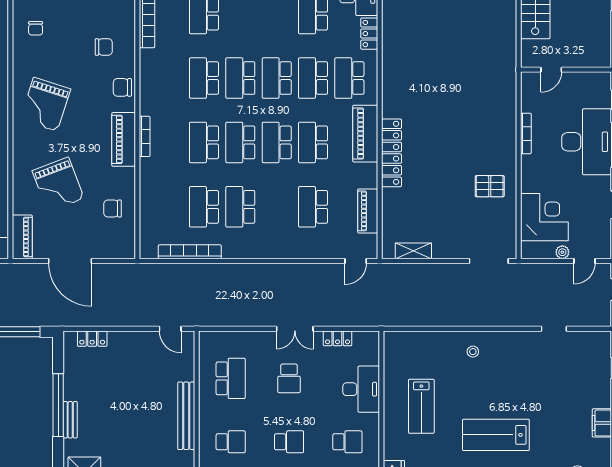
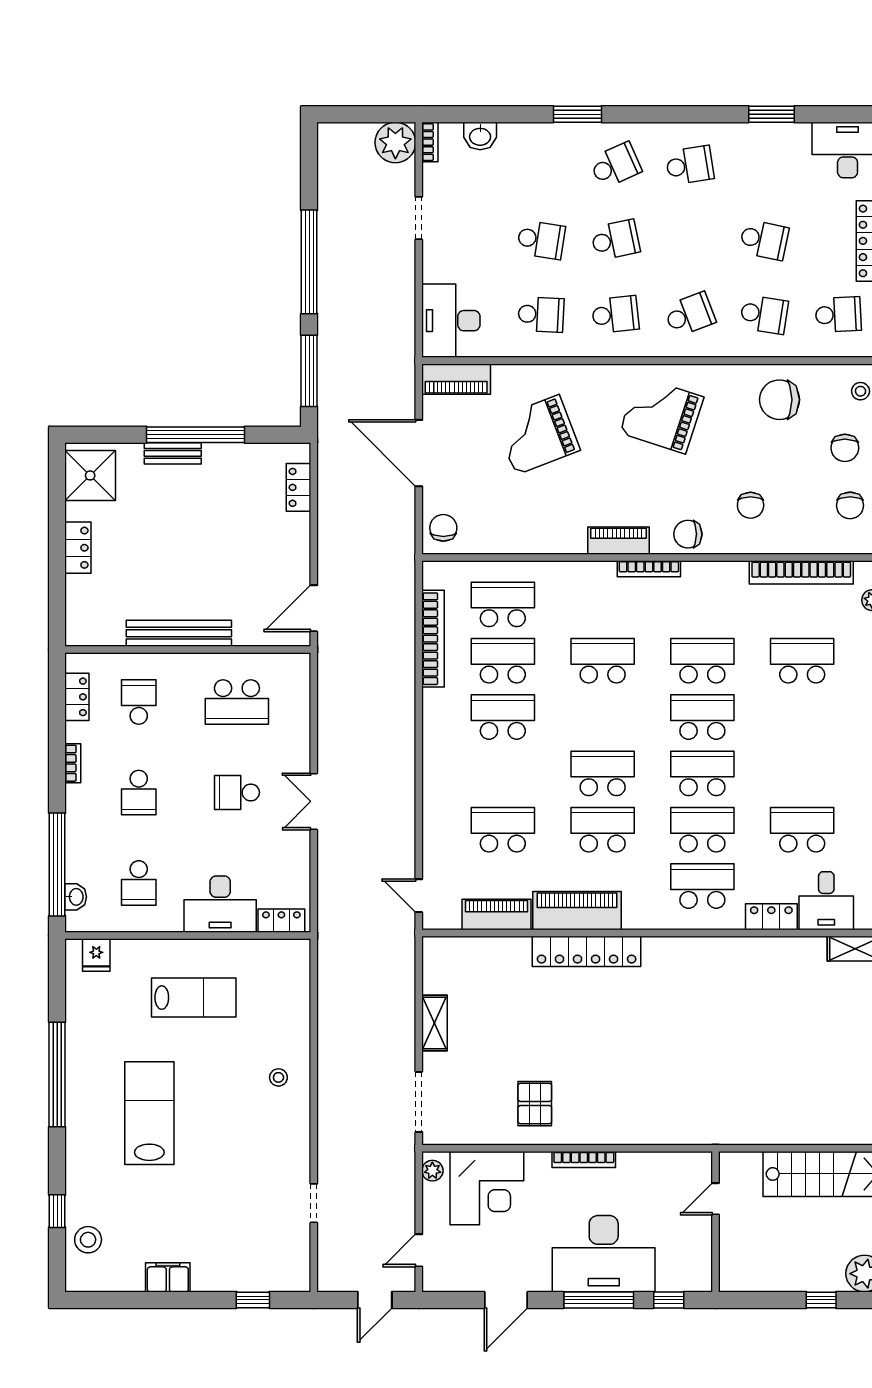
chair: (36, 28) -> (779, 400), width x1.87, depth x1.87
door: (551, 70) -> (716, 1199), hinge flipped
chair: (122, 87) -> (688, 534), turned -90
piano: (365, 134) -> (577, 911), moved
bookcase: (526, 134) -> (584, 1159), moved
bookcase: (145, 136) -> (649, 569), moved
piano: (124, 139) -> (619, 541), width x0.73, depth x0.75
school desk: (240, 142) -> (503, 604), moved
chair: (113, 208) -> (443, 528), moved
shelving: (413, 251) -> (435, 1023), moved
plant: (562, 252) -> (432, 1171), moved
door: (70, 261) -> (419, 453), hinge flipped
door: (584, 261) -> (419, 1250), hinge flipped
door: (170, 329) -> (314, 608), width x1.38
locker: (338, 338) -> (281, 921), moved, turned 90
lab bench: (421, 406) -> (194, 998), turned 180
school desk: (231, 442) -> (139, 702), turned 180

